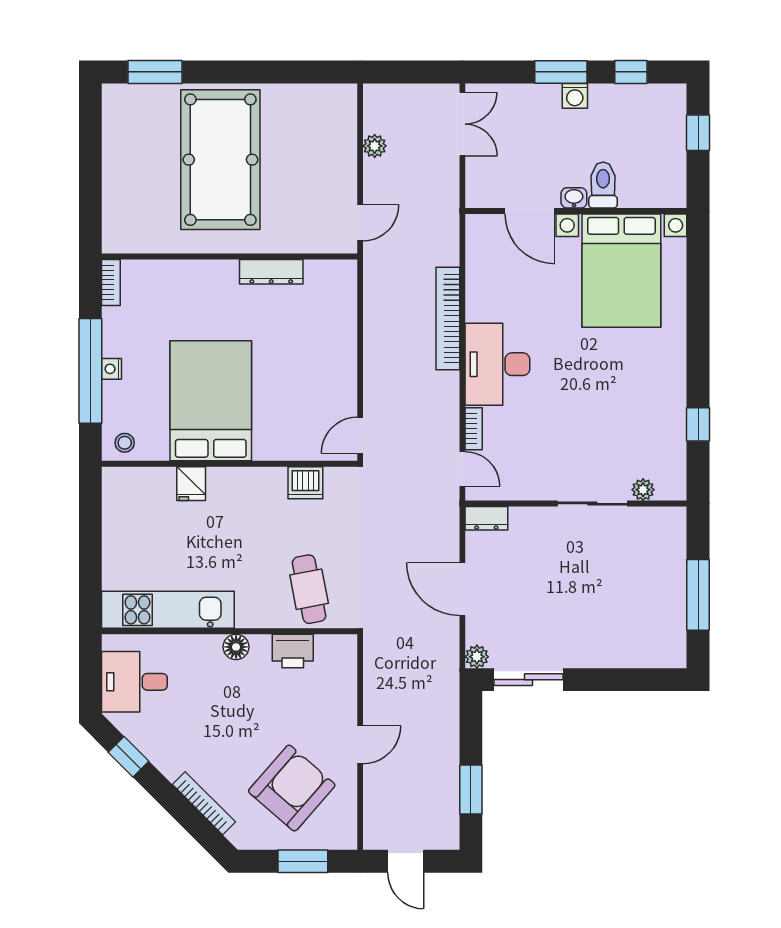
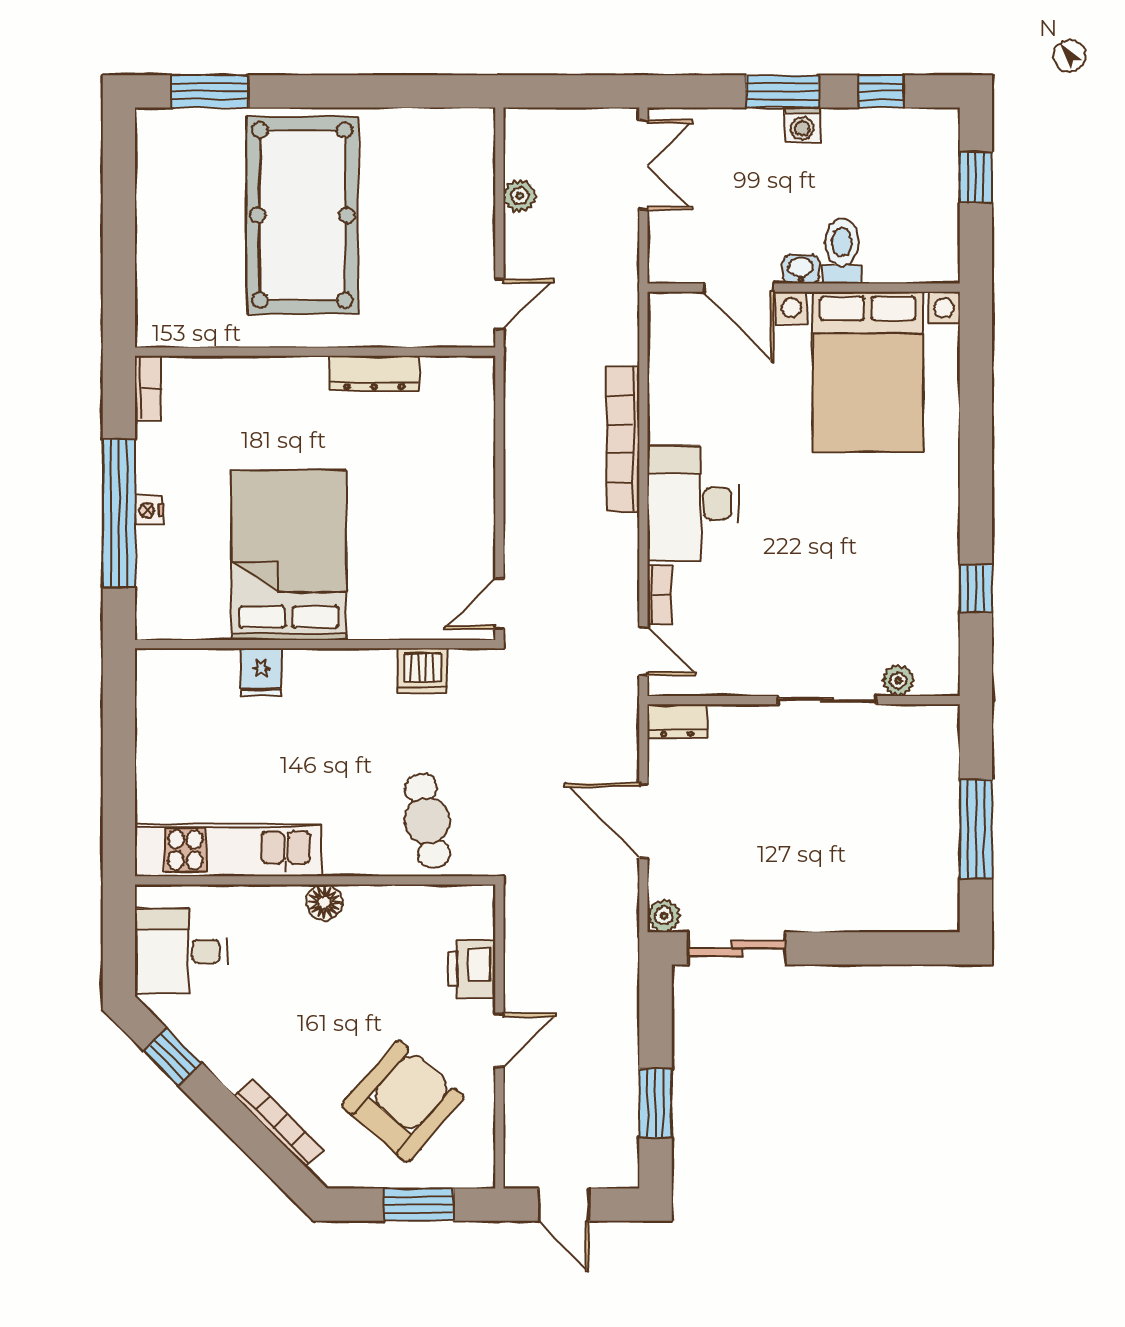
stool: (125, 443) -> (167, 614), removed
printer: (293, 651) -> (472, 969), moved, turned 90

